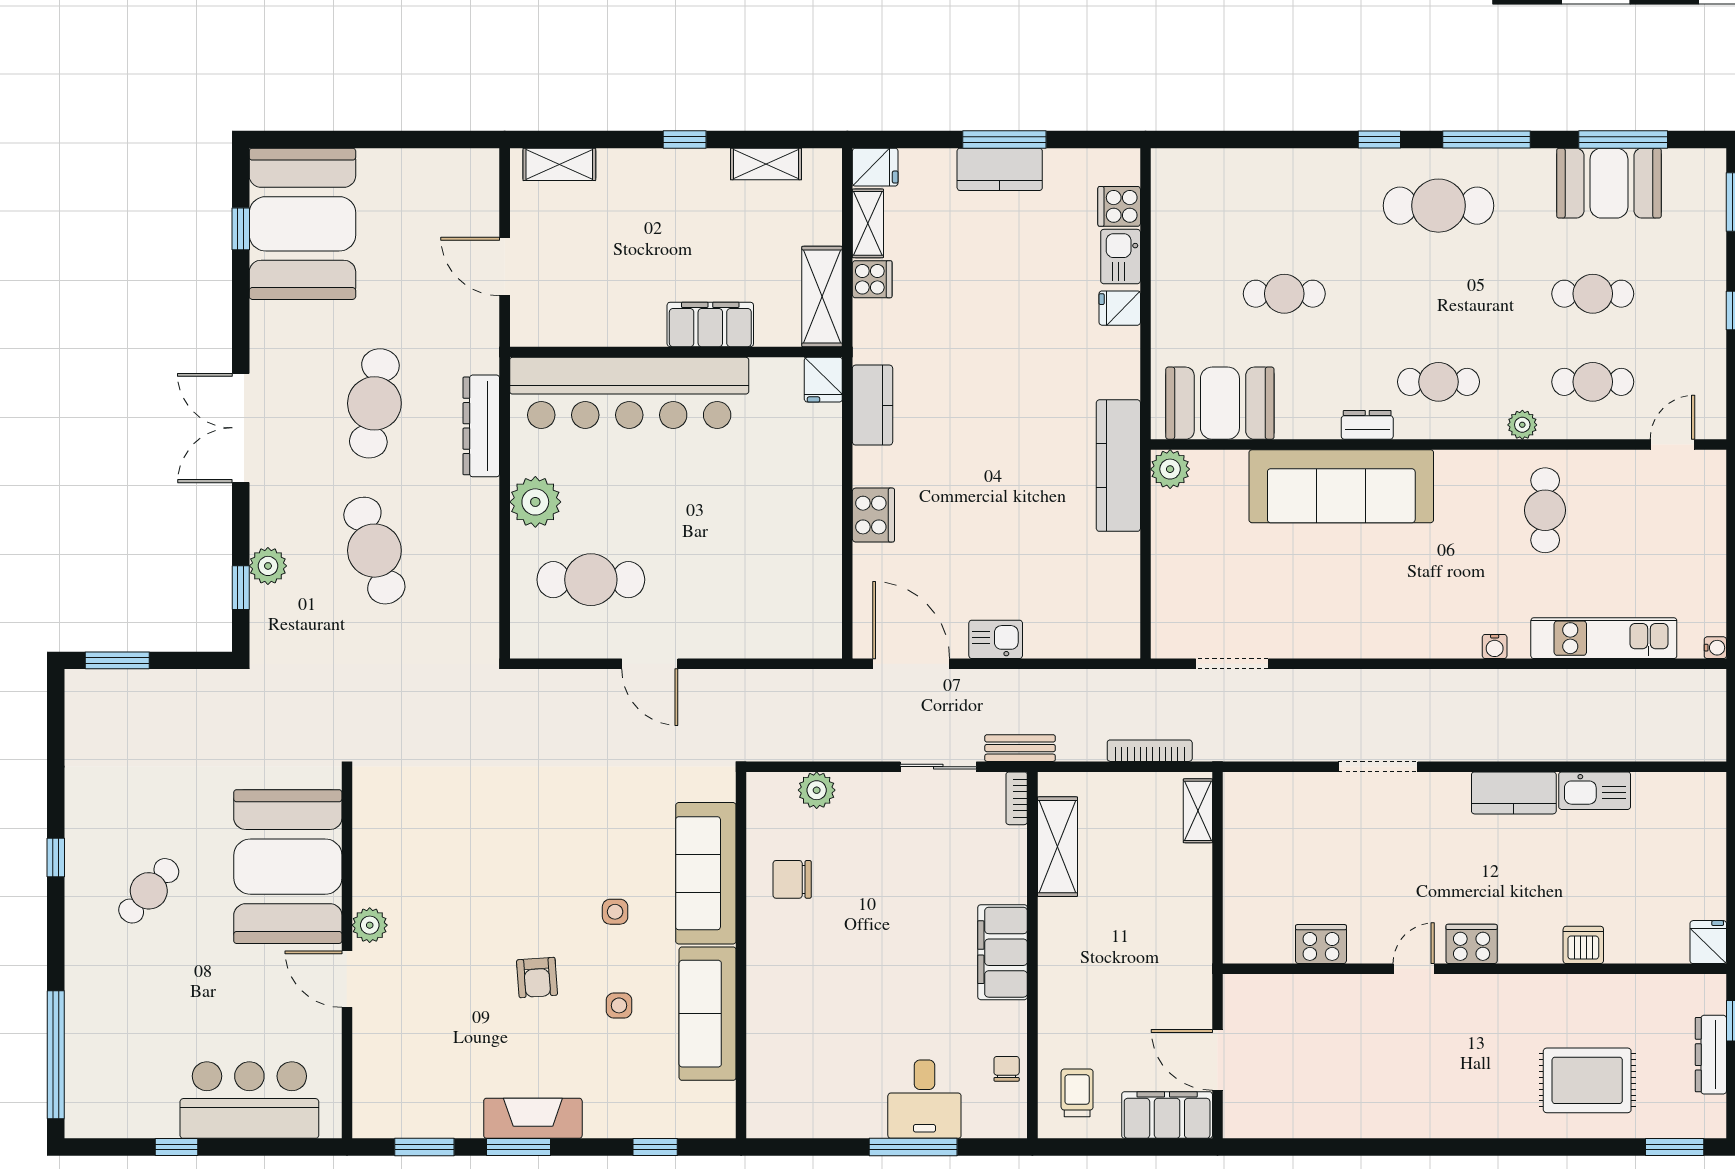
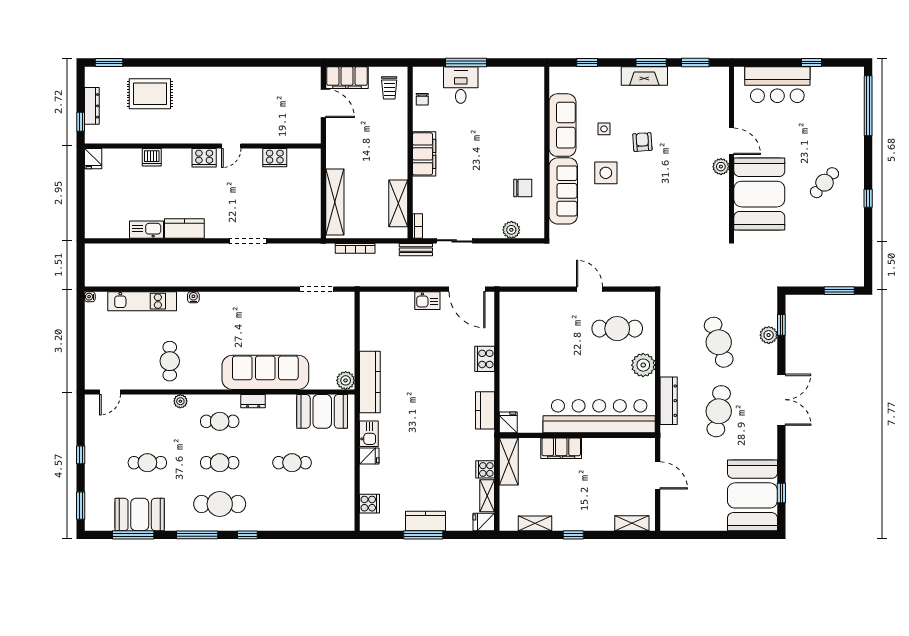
kitchen sink: (1121, 257) -> (369, 434), moved
cafe table: (1593, 382) -> (220, 463), moved
shelving: (1198, 811) -> (335, 202), width x2.20, depth x1.33
side table: (615, 912) -> (606, 173), width x1.87, depth x1.87

